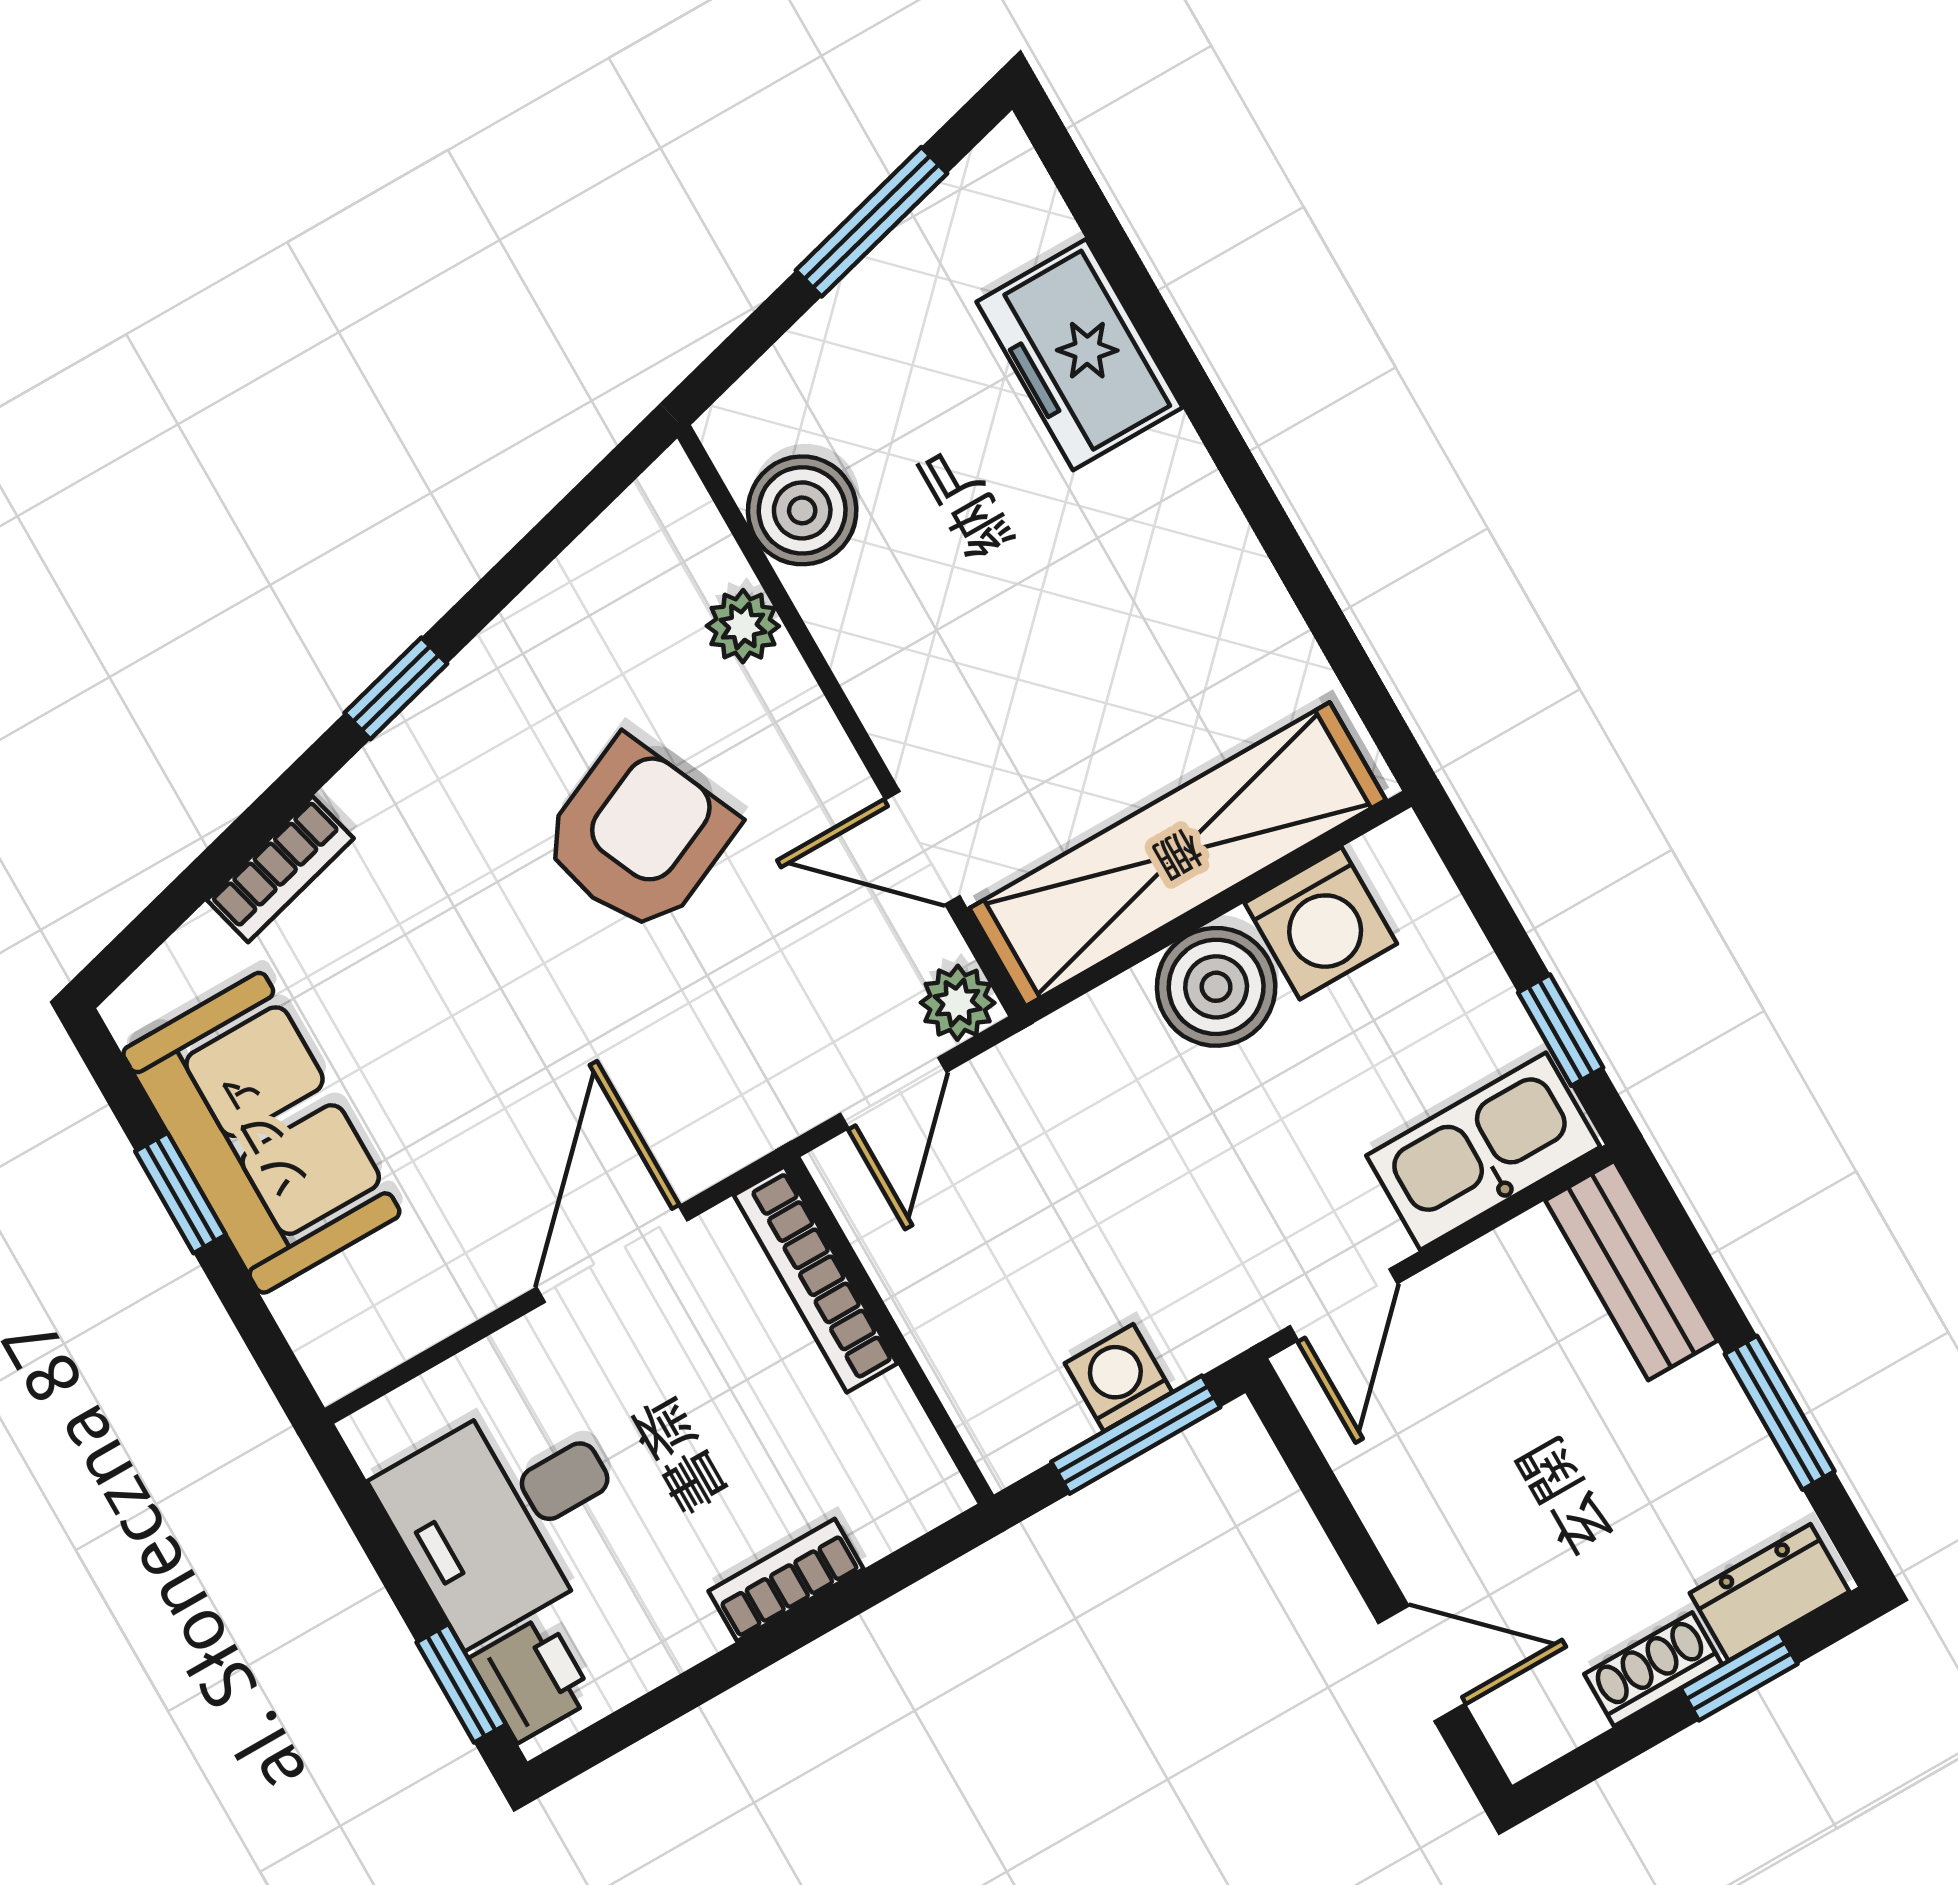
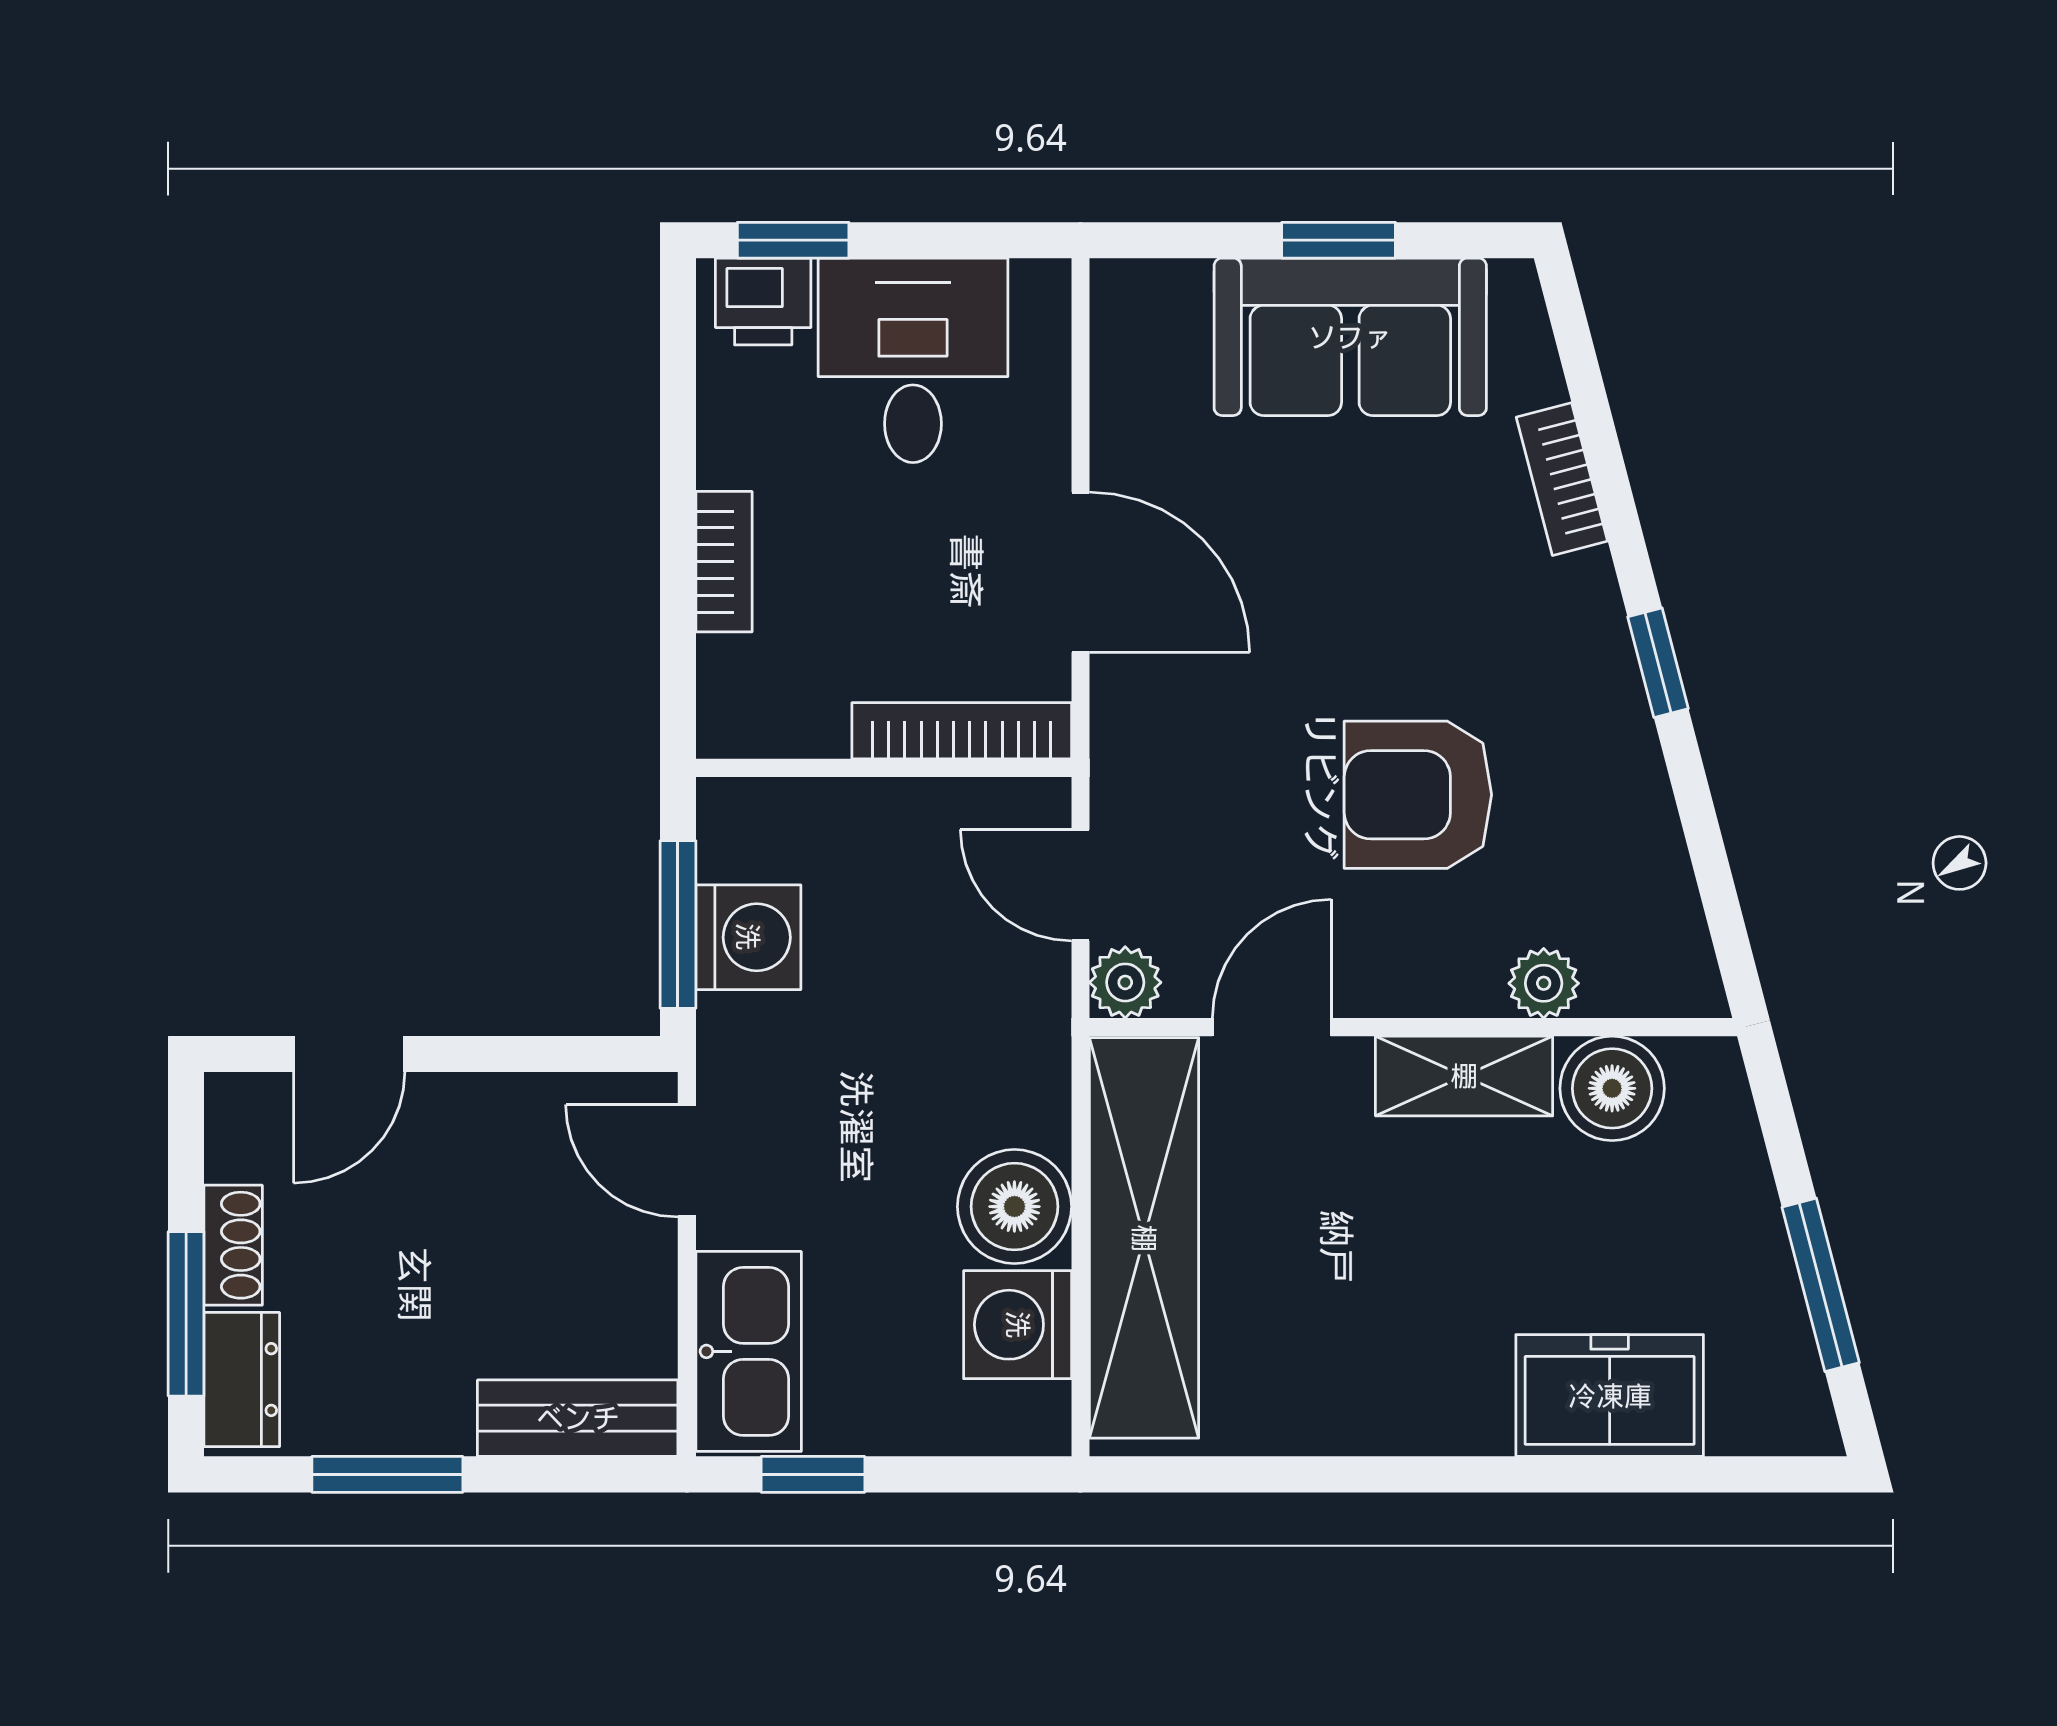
shelving: (867, 650) -> (1464, 1076), added
armchair: (638, 836) -> (1418, 795), turned 114
washing machine: (1118, 1378) -> (748, 937), width x1.38, depth x1.38
window: (1739, 1676) -> (186, 1314), width x1.50

